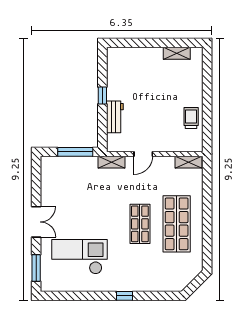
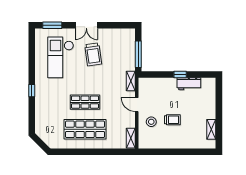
workbench: (115, 117) -> (189, 84), moved
trolley: (191, 118) -> (172, 120), moved
stool: (166, 134) -> (151, 122), added
trolley: (75, 213) -> (93, 54), added
checkout: (80, 257) -> (61, 57), turned 180

